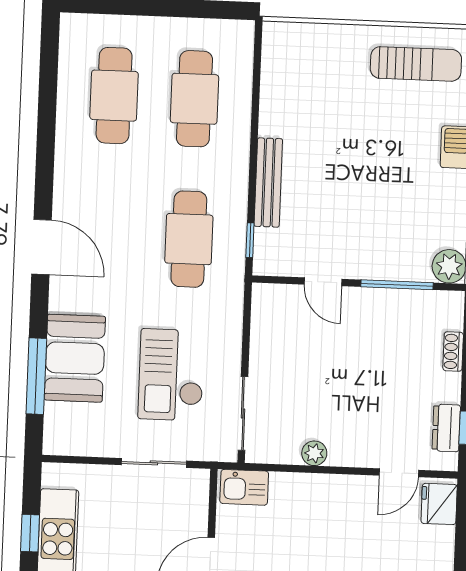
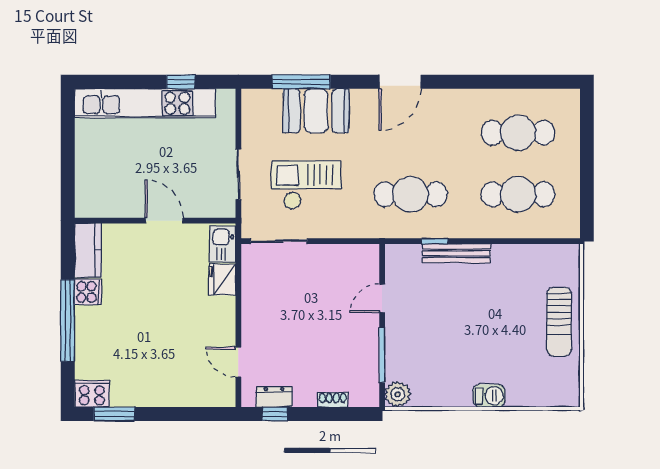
sun lounger: (416, 64) -> (559, 322), moved
window: (250, 240) -> (435, 241), moved
plant: (314, 453) -> (251, 297), removed
fridge: (439, 504) -> (222, 280), moved, turned -90

